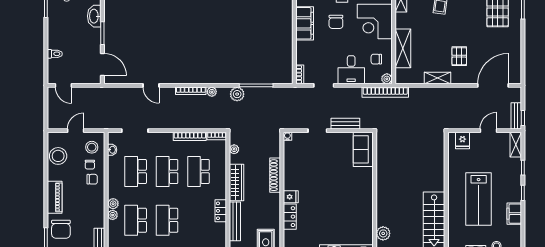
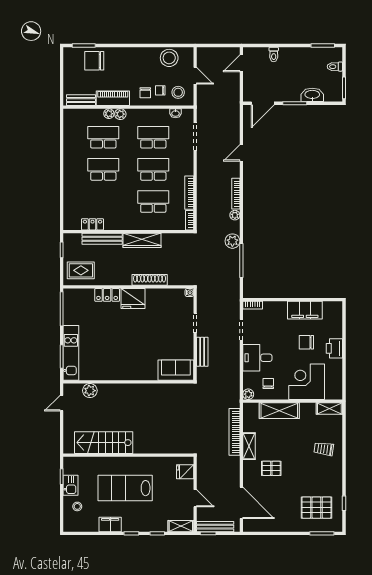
bookcase: (385, 92) -> (234, 432), moved
bench: (516, 116) -> (215, 527), width x1.36
plant: (234, 149) -> (176, 238), removed
piano: (55, 197) -> (113, 98), moved, turned 180
fridge: (291, 197) -> (133, 298), width x1.88, depth x1.34
locker: (221, 211) -> (92, 224), moved

